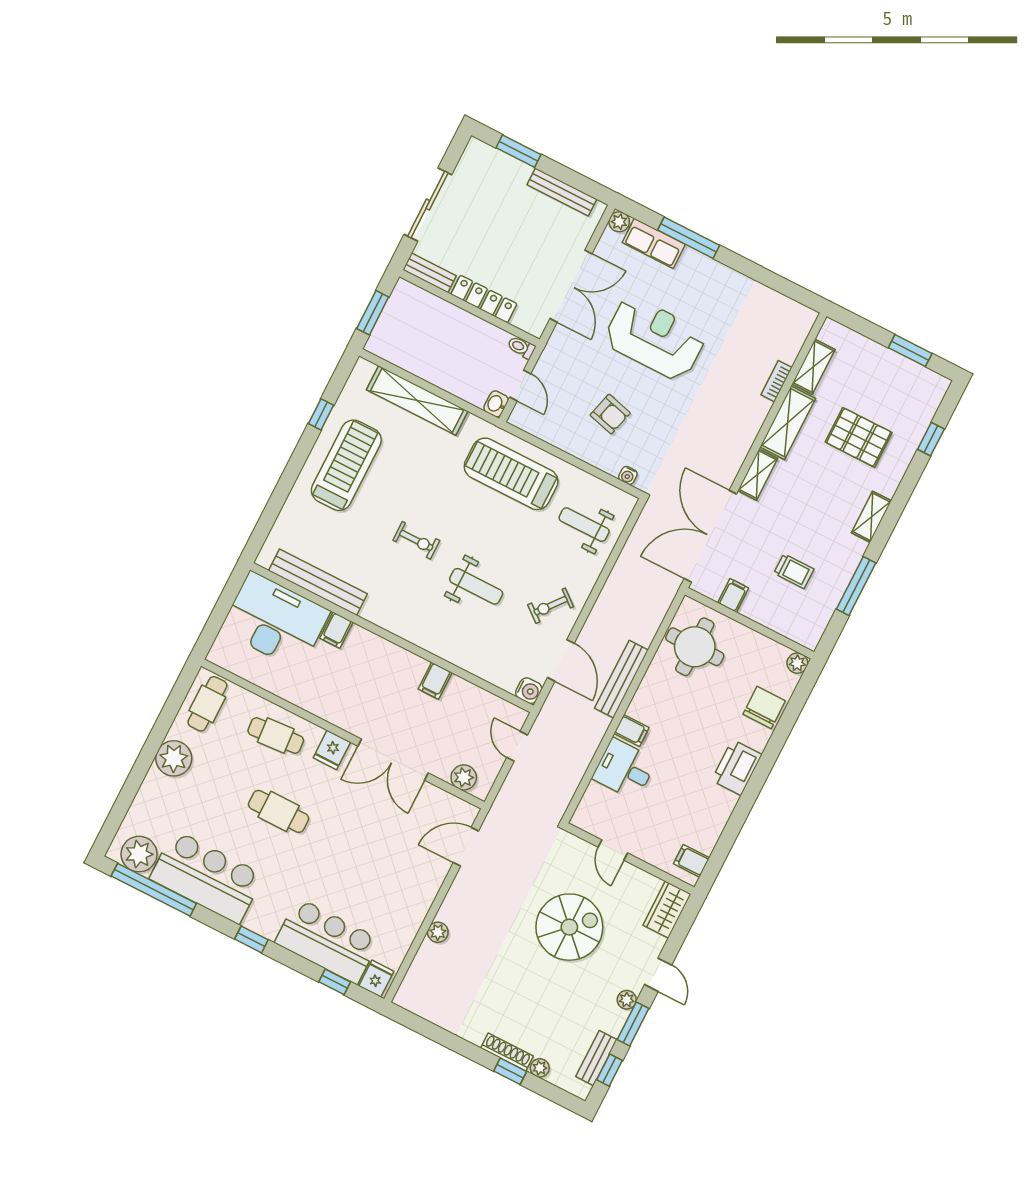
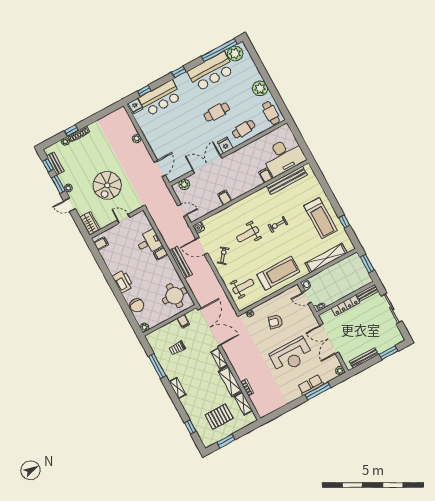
row of seats: (654, 243) -> (311, 385), moved
pallet: (859, 437) -> (219, 417), moved

